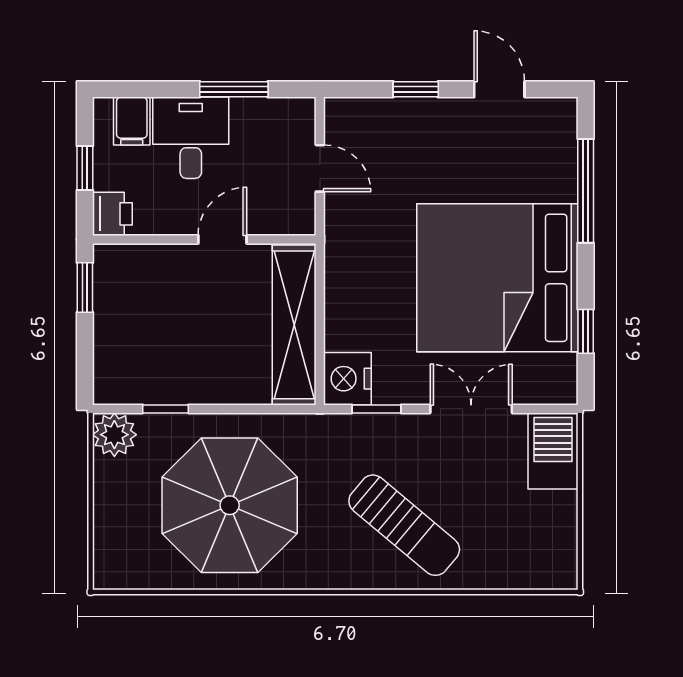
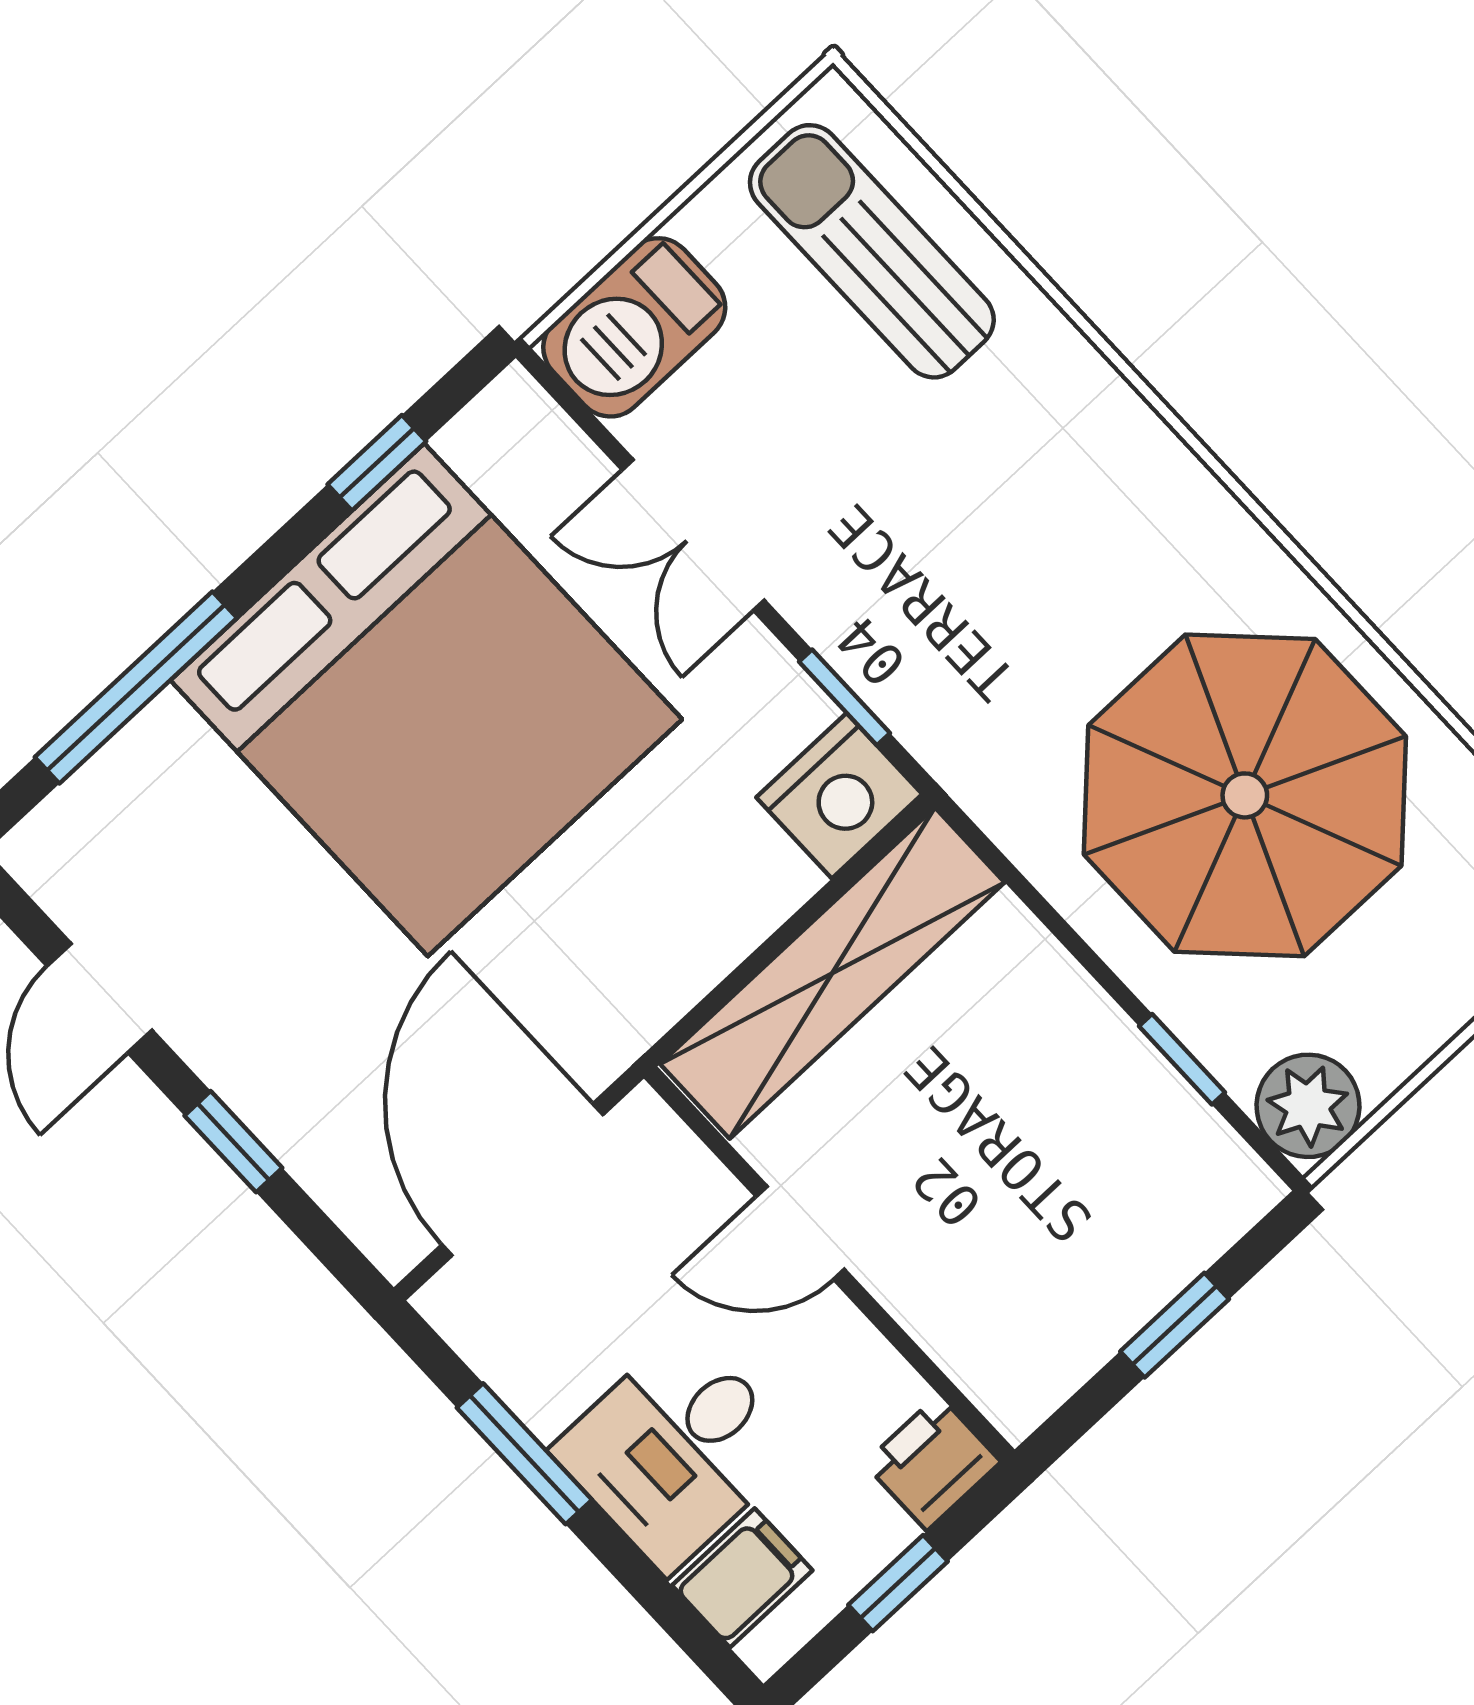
door: (320, 168) -> (522, 1180), width x1.87
window: (85, 287) -> (1175, 1325), moved
sun lounger: (404, 525) -> (872, 251), moved, turned -40

